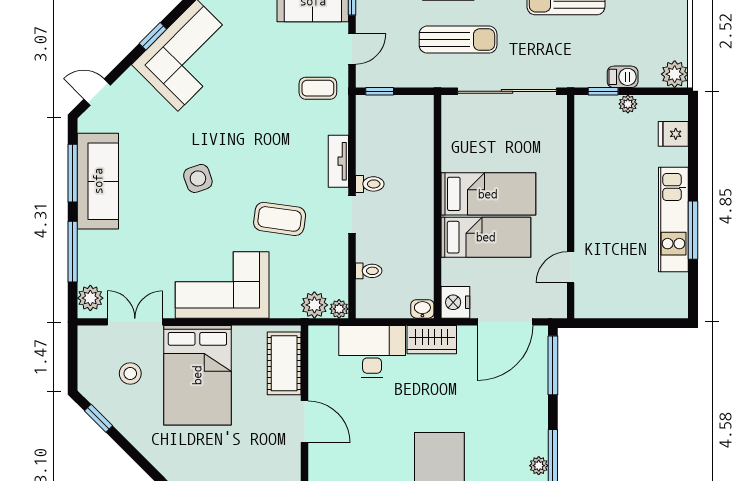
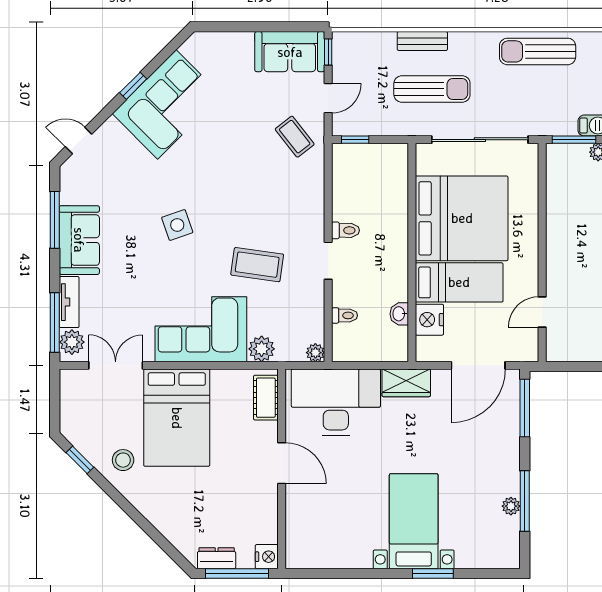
coffee table: (318, 88) -> (295, 137), turned 52
window: (603, 91) -> (574, 140), width x1.50
tv unit: (338, 161) -> (69, 302), moved, turned 180
sofa: (98, 181) -> (79, 240), width x0.73
bed: (488, 194) -> (462, 218), width x2.04
window: (73, 252) -> (55, 323), moved
nightstand: (455, 302) -> (429, 320), moved
plant: (314, 305) -> (262, 349), moved
washbasin: (422, 309) -> (399, 314), moved, turned -90
desk: (372, 351) -> (336, 402), width x1.36, depth x1.30
cot: (284, 363) -> (266, 398), width x0.73, depth x0.75
stool: (130, 373) -> (123, 460), moved

